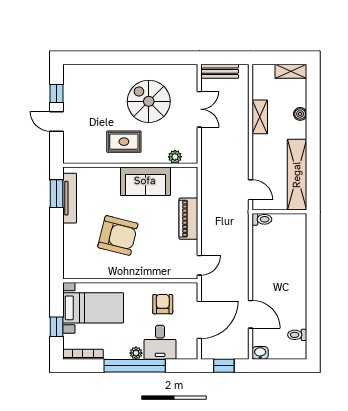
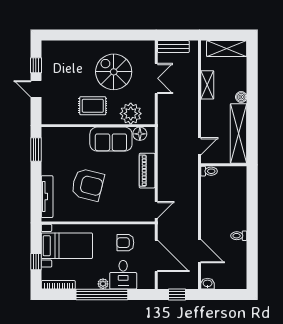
shelving: (291, 71) -> (227, 49), width x1.50, depth x1.33
boiler: (300, 114) -> (241, 97), moved
plant: (175, 157) -> (131, 114), width x1.88, depth x1.88
floor lamp: (180, 175) -> (140, 134), added
door: (251, 190) -> (199, 146), hinge flipped
tv unit: (70, 198) -> (47, 197), moved
armchair: (163, 304) -> (125, 243), turned -90
door: (199, 320) -> (156, 256), hinge flipped
toilet: (297, 335) -> (239, 236), moved

